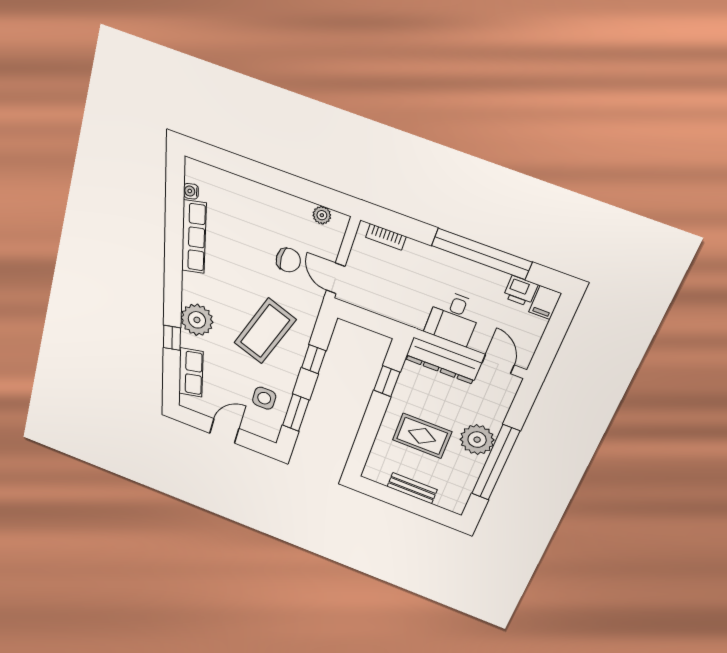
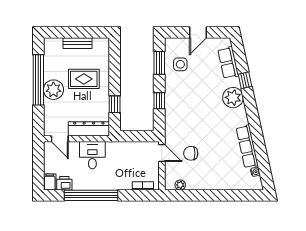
coffee table: (265, 331) -> (192, 107), removed

